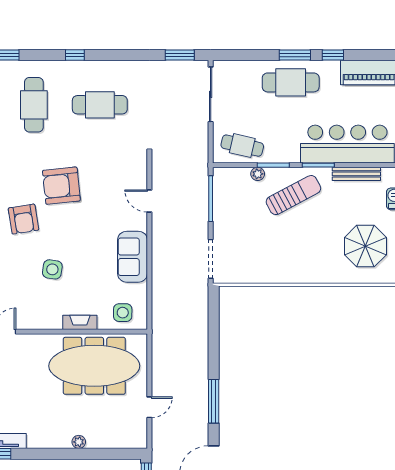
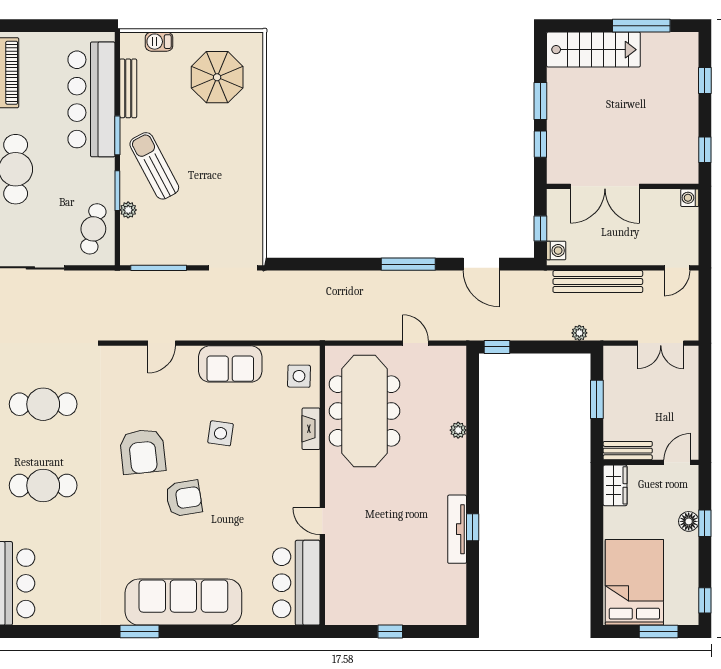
cafe table: (100, 105) -> (43, 404), turned 90
side table: (52, 269) -> (221, 433), moved

